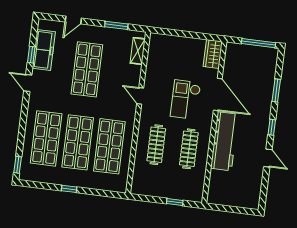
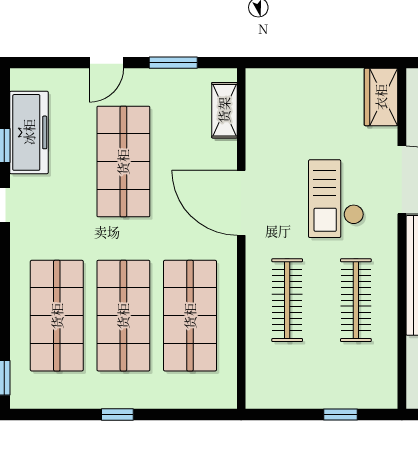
door: (73, 20) -> (106, 63), moved
door: (140, 96) -> (241, 203), width x1.87

